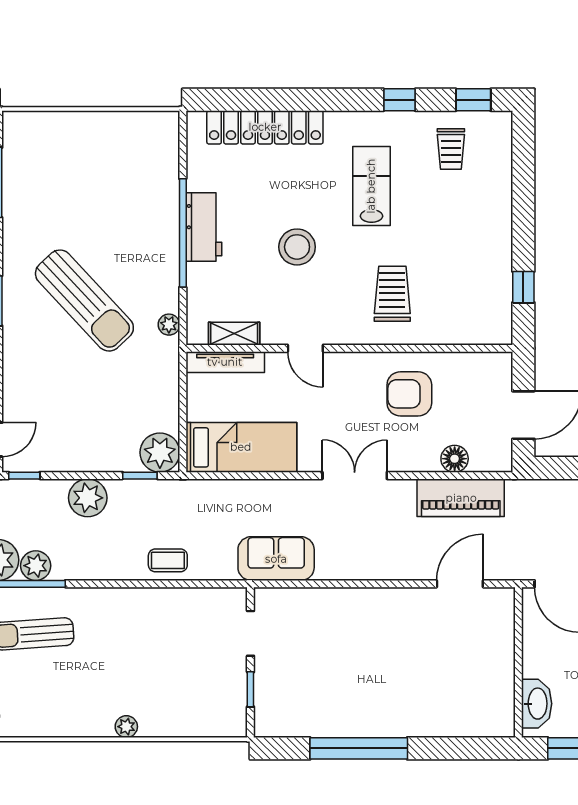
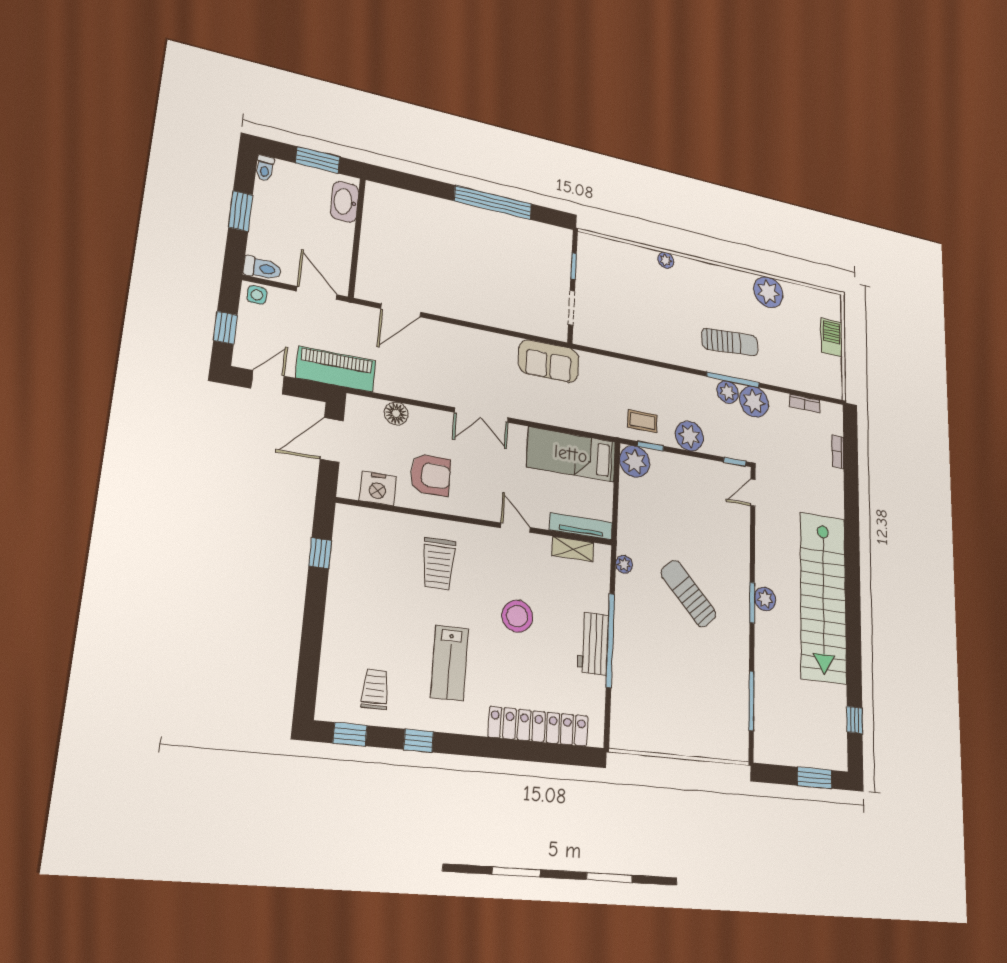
sun lounger: (84, 301) -> (689, 594), width x0.73, depth x0.75
nightstand: (468, 369) -> (378, 488), added
piano: (461, 498) -> (336, 369), moved
coffee table: (168, 560) -> (642, 421), moved

